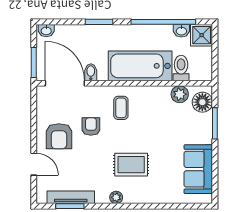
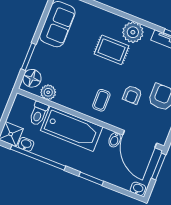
plant: (116, 197) -> (133, 32), width x1.88, depth x1.88

